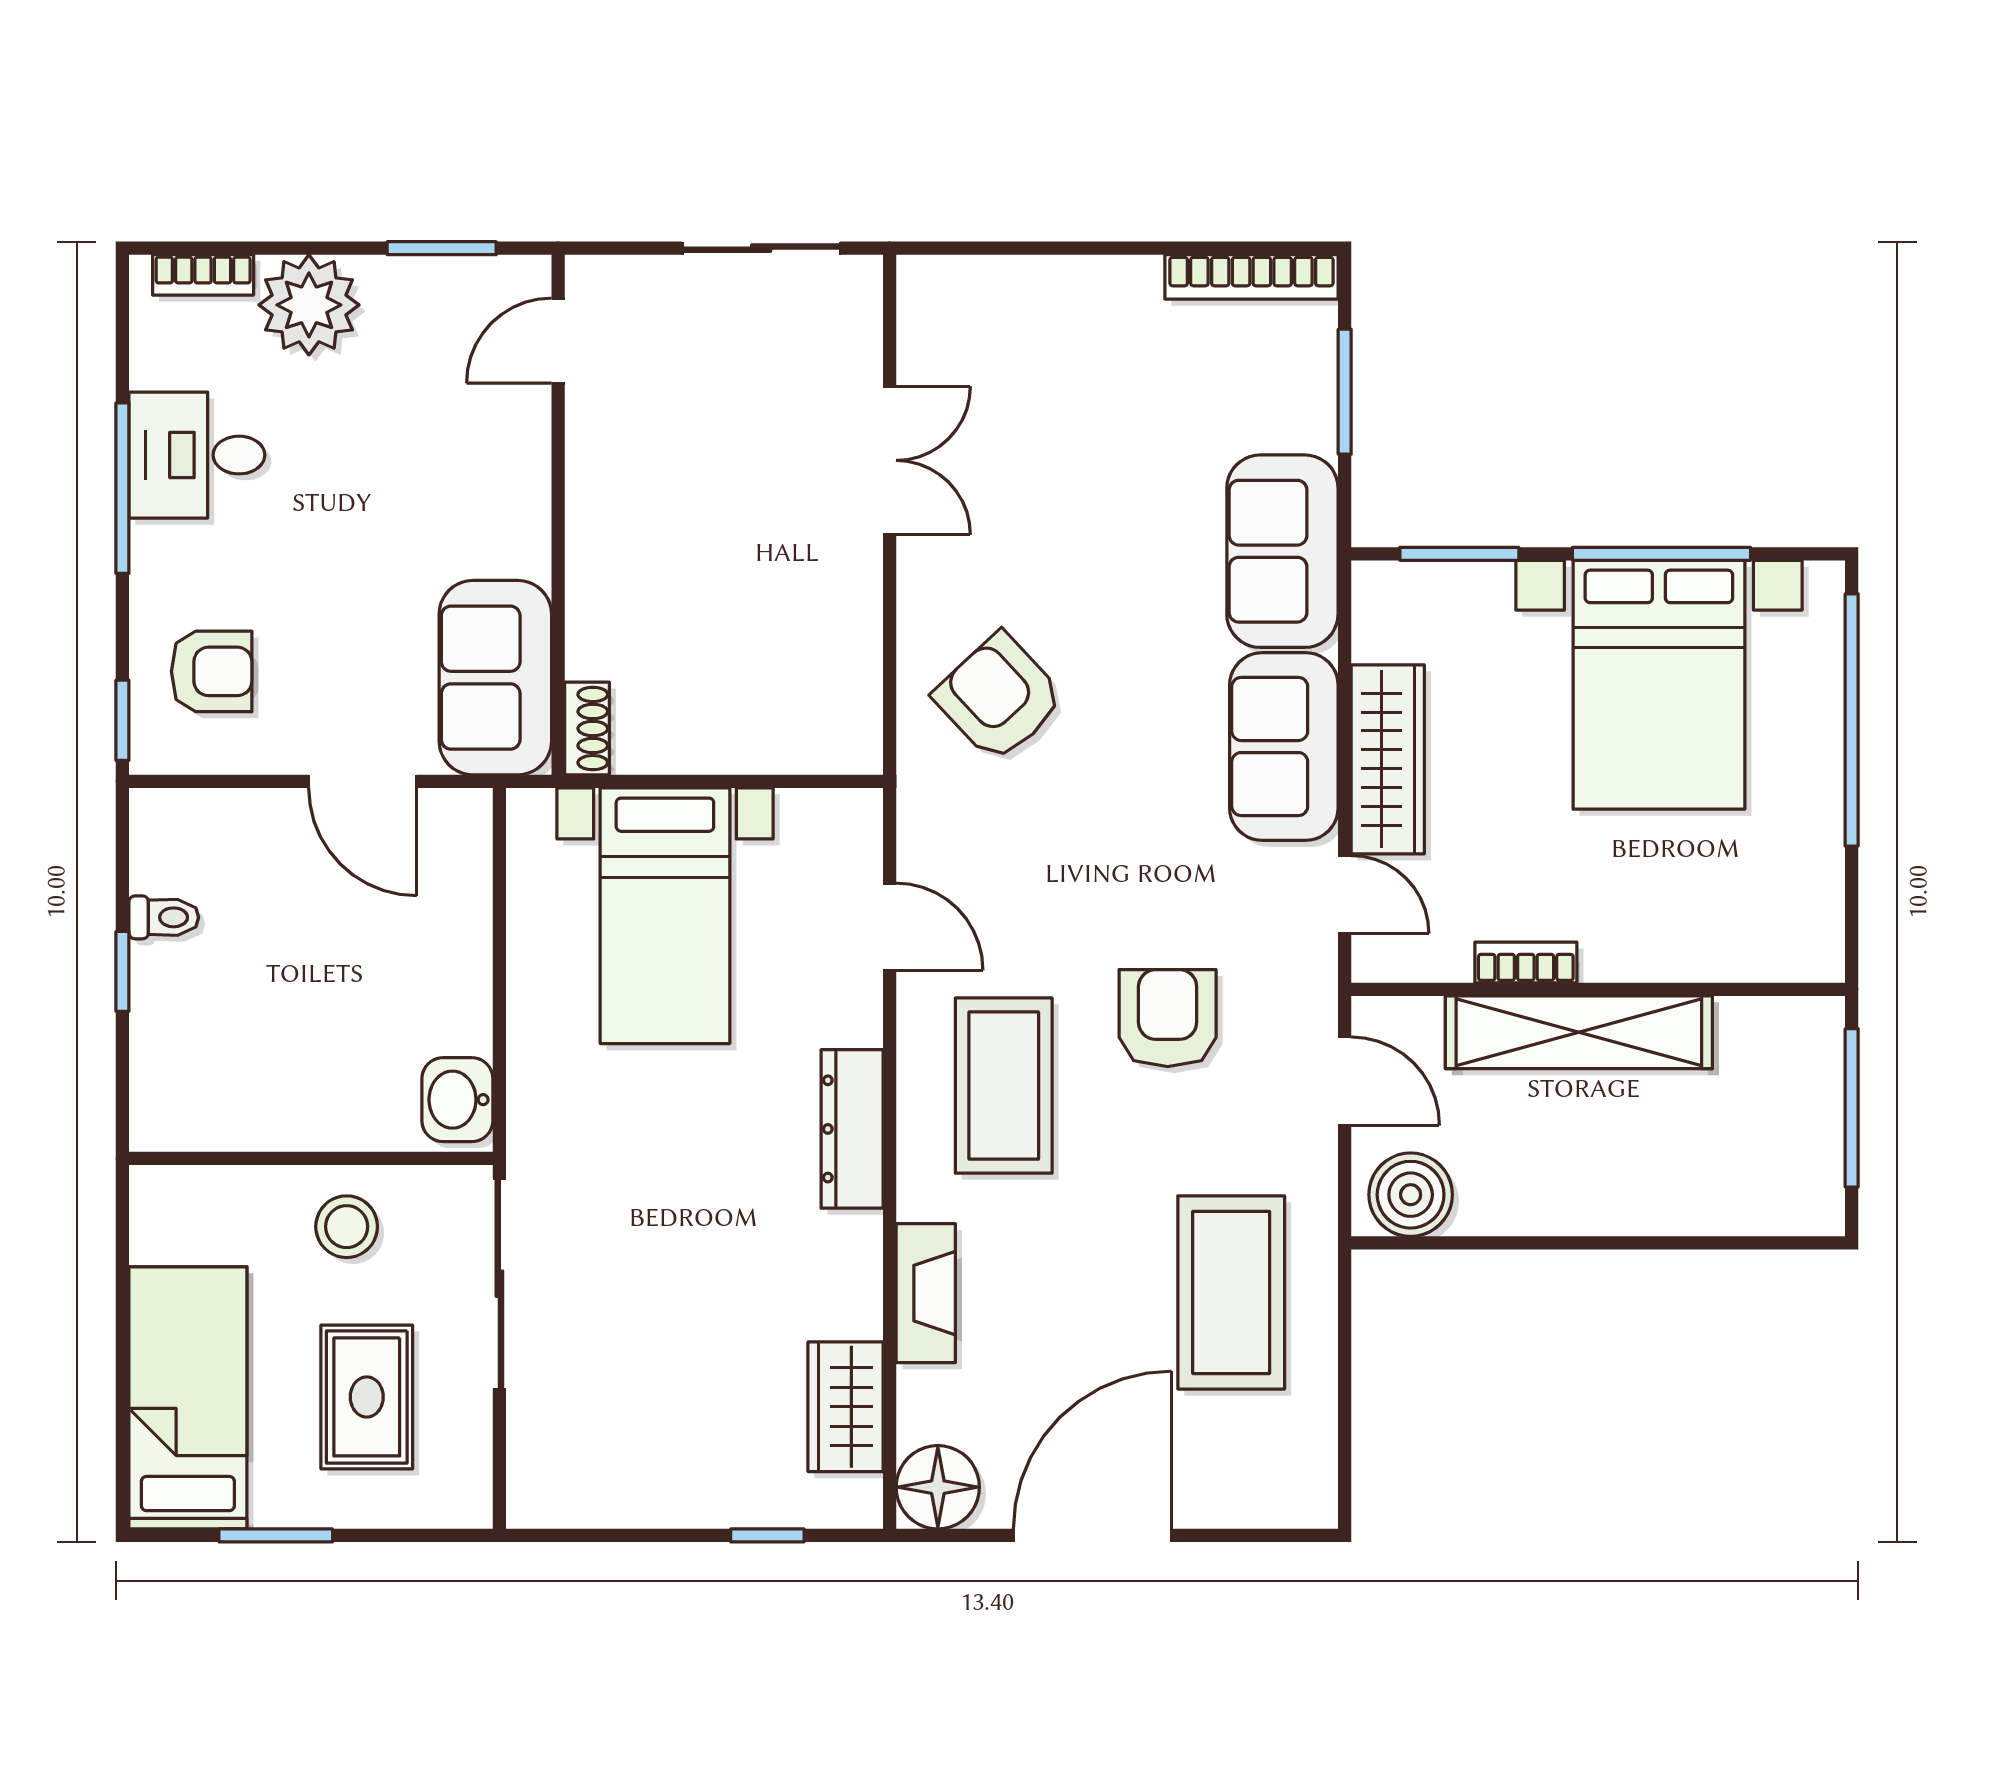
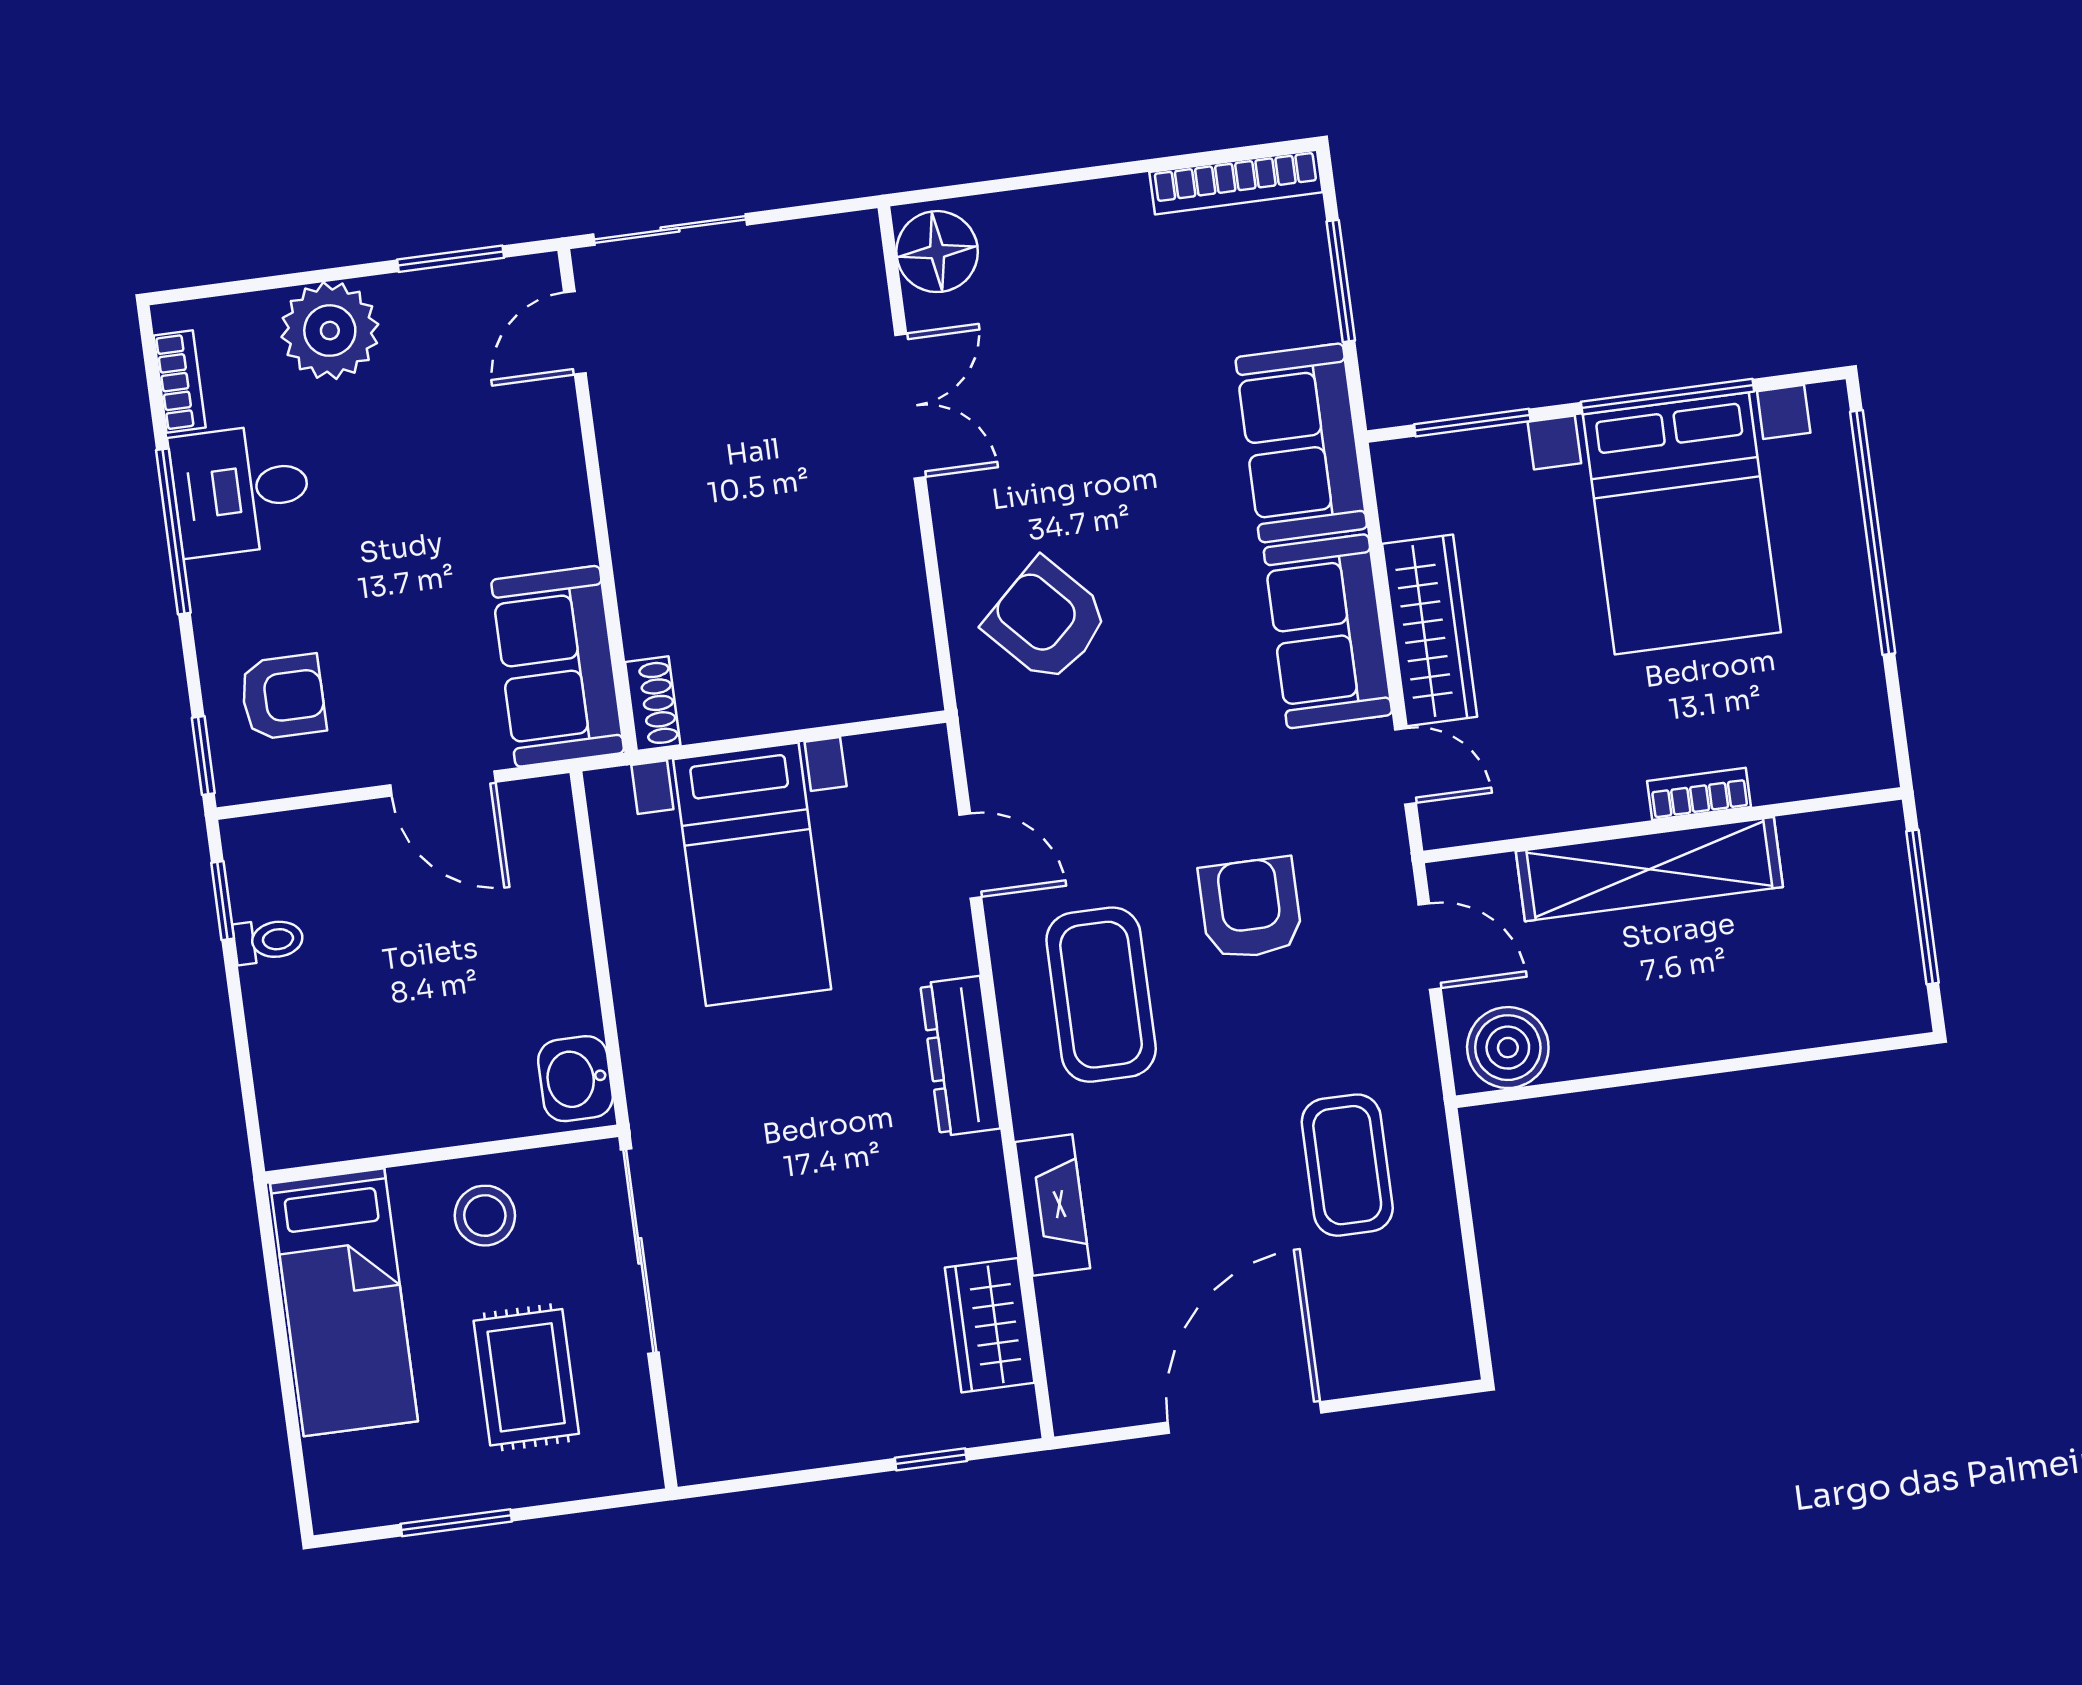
sliding door: (761, 248) -> (670, 229), moved
bookcase: (203, 275) -> (180, 382), moved, turned -90
bookcase: (1526, 962) -> (1699, 794), moved
window: (122, 971) -> (223, 901), moved
coffee table: (1231, 1292) -> (1347, 1165), width x0.73, depth x0.76
bed: (188, 1398) -> (344, 1302), moved, turned 180
floor lamp: (938, 1487) -> (937, 252), moved

